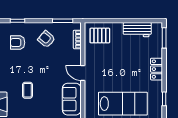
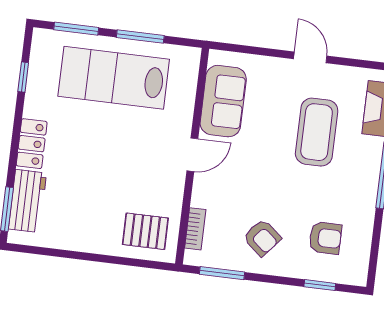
workbench: (137, 30) -> (27, 201), moved, turned 90
door: (83, 73) -> (192, 155), hinge flipped
coffee table: (27, 90) -> (317, 132), width x1.86, depth x1.72

